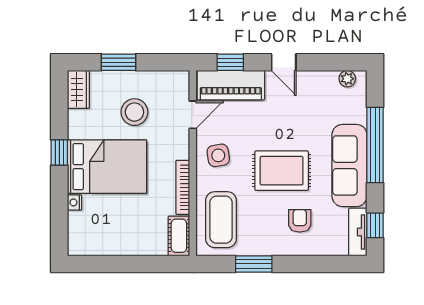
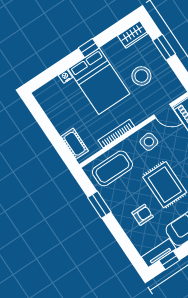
cot: (179, 236) -> (75, 144), moved, turned 90

